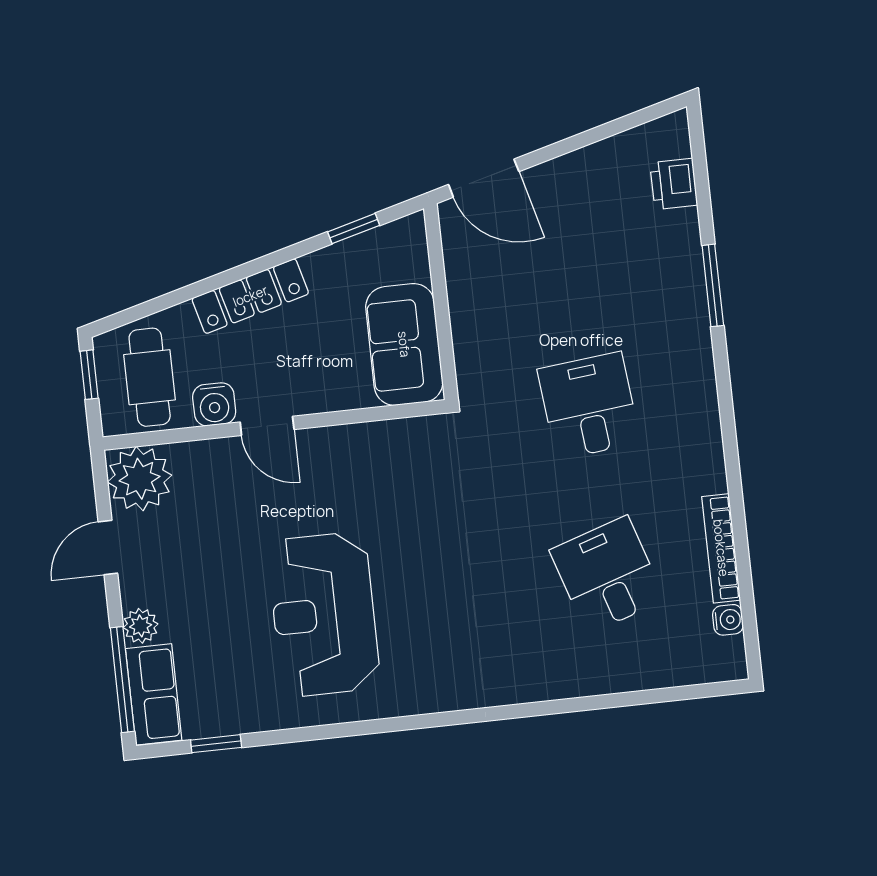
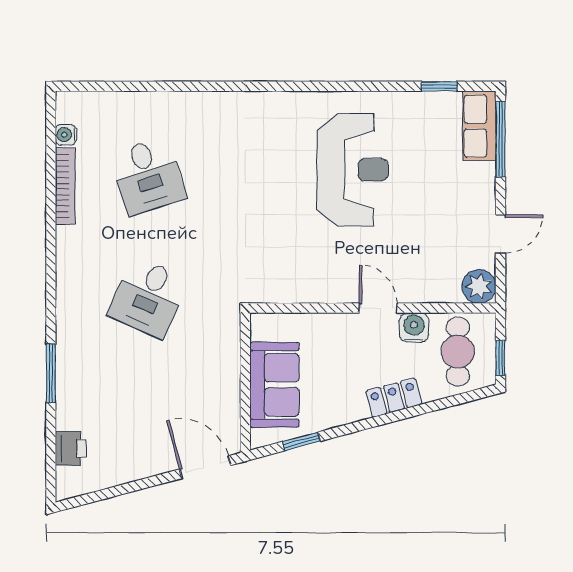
locker: (250, 296) -> (394, 398), width x0.66
sofa: (404, 344) -> (274, 385), moved
desk: (589, 406) -> (148, 297), turned 30
plant: (140, 479) -> (479, 287), width x0.73, depth x0.73
plant: (141, 626) -> (483, 176), removed

